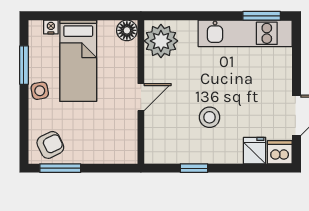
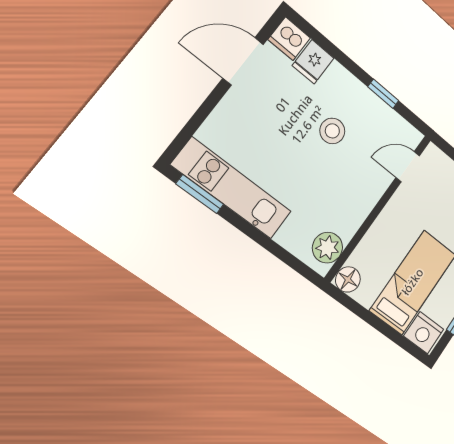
nightstand: (51, 27) -> (424, 333), width x1.89, depth x1.79
plant: (161, 41) -> (327, 248), width x0.73, depth x0.73
door: (141, 97) -> (408, 167), moved

